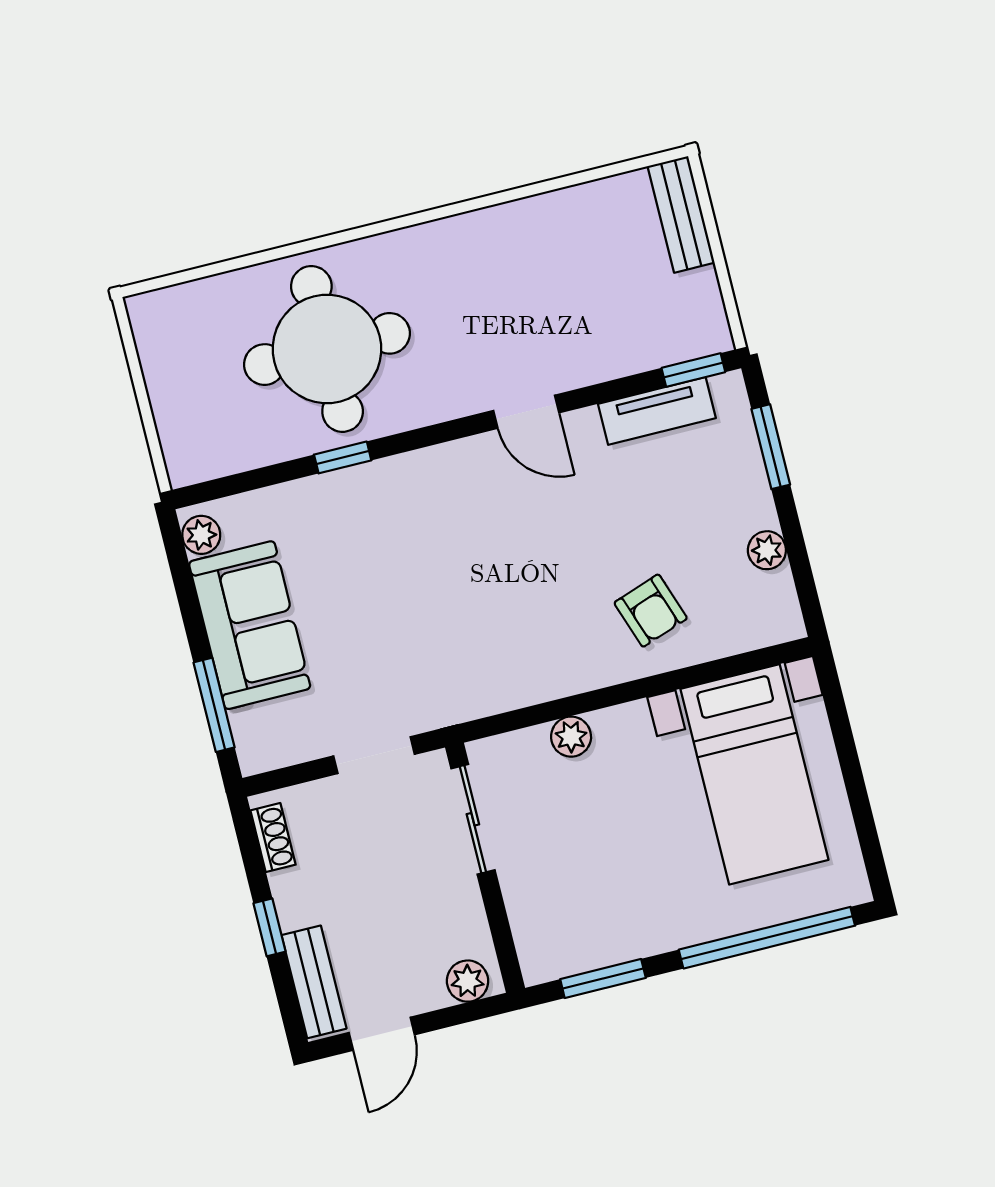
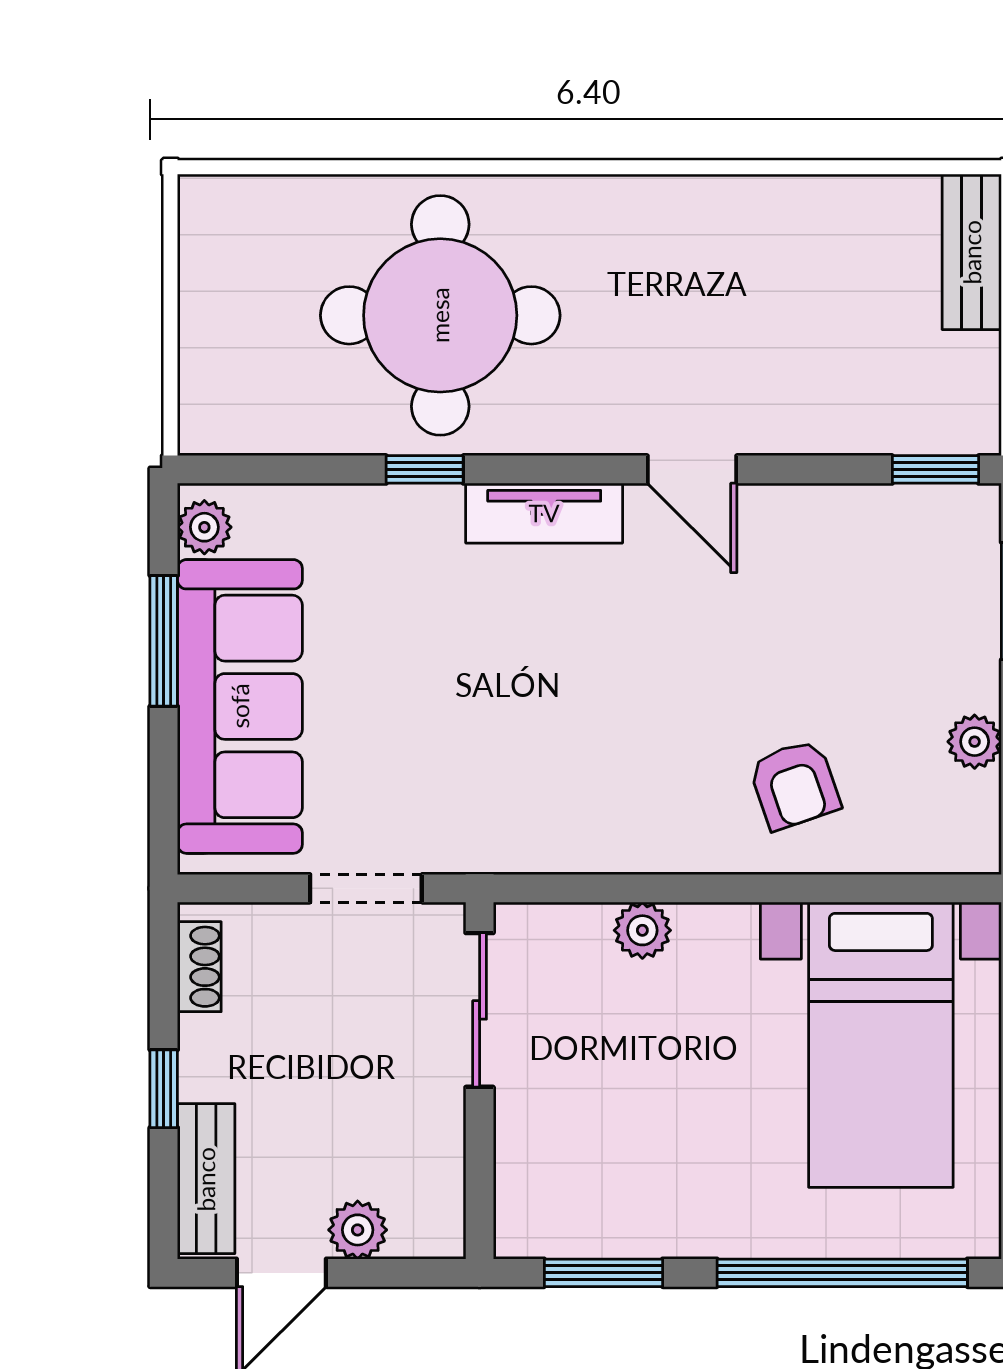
tv unit: (657, 411) -> (544, 513), moved
sofa: (250, 625) -> (240, 706), width x1.36
window: (214, 705) -> (164, 641), moved
plant: (468, 981) -> (358, 1230), moved

